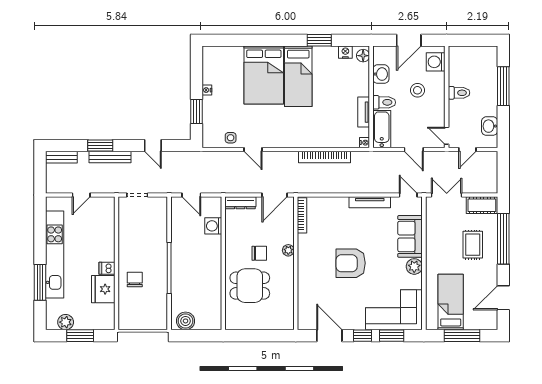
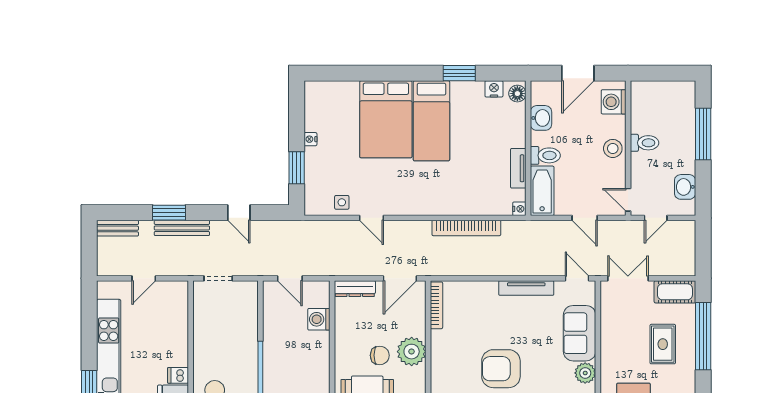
stool: (417, 90) -> (613, 148), moved
plant: (288, 250) -> (412, 352), width x1.87, depth x1.87

